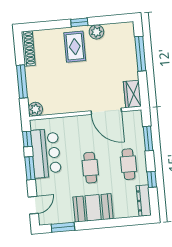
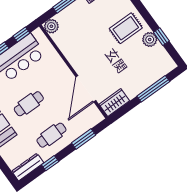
window: (79, 22) -> (161, 37), moved

